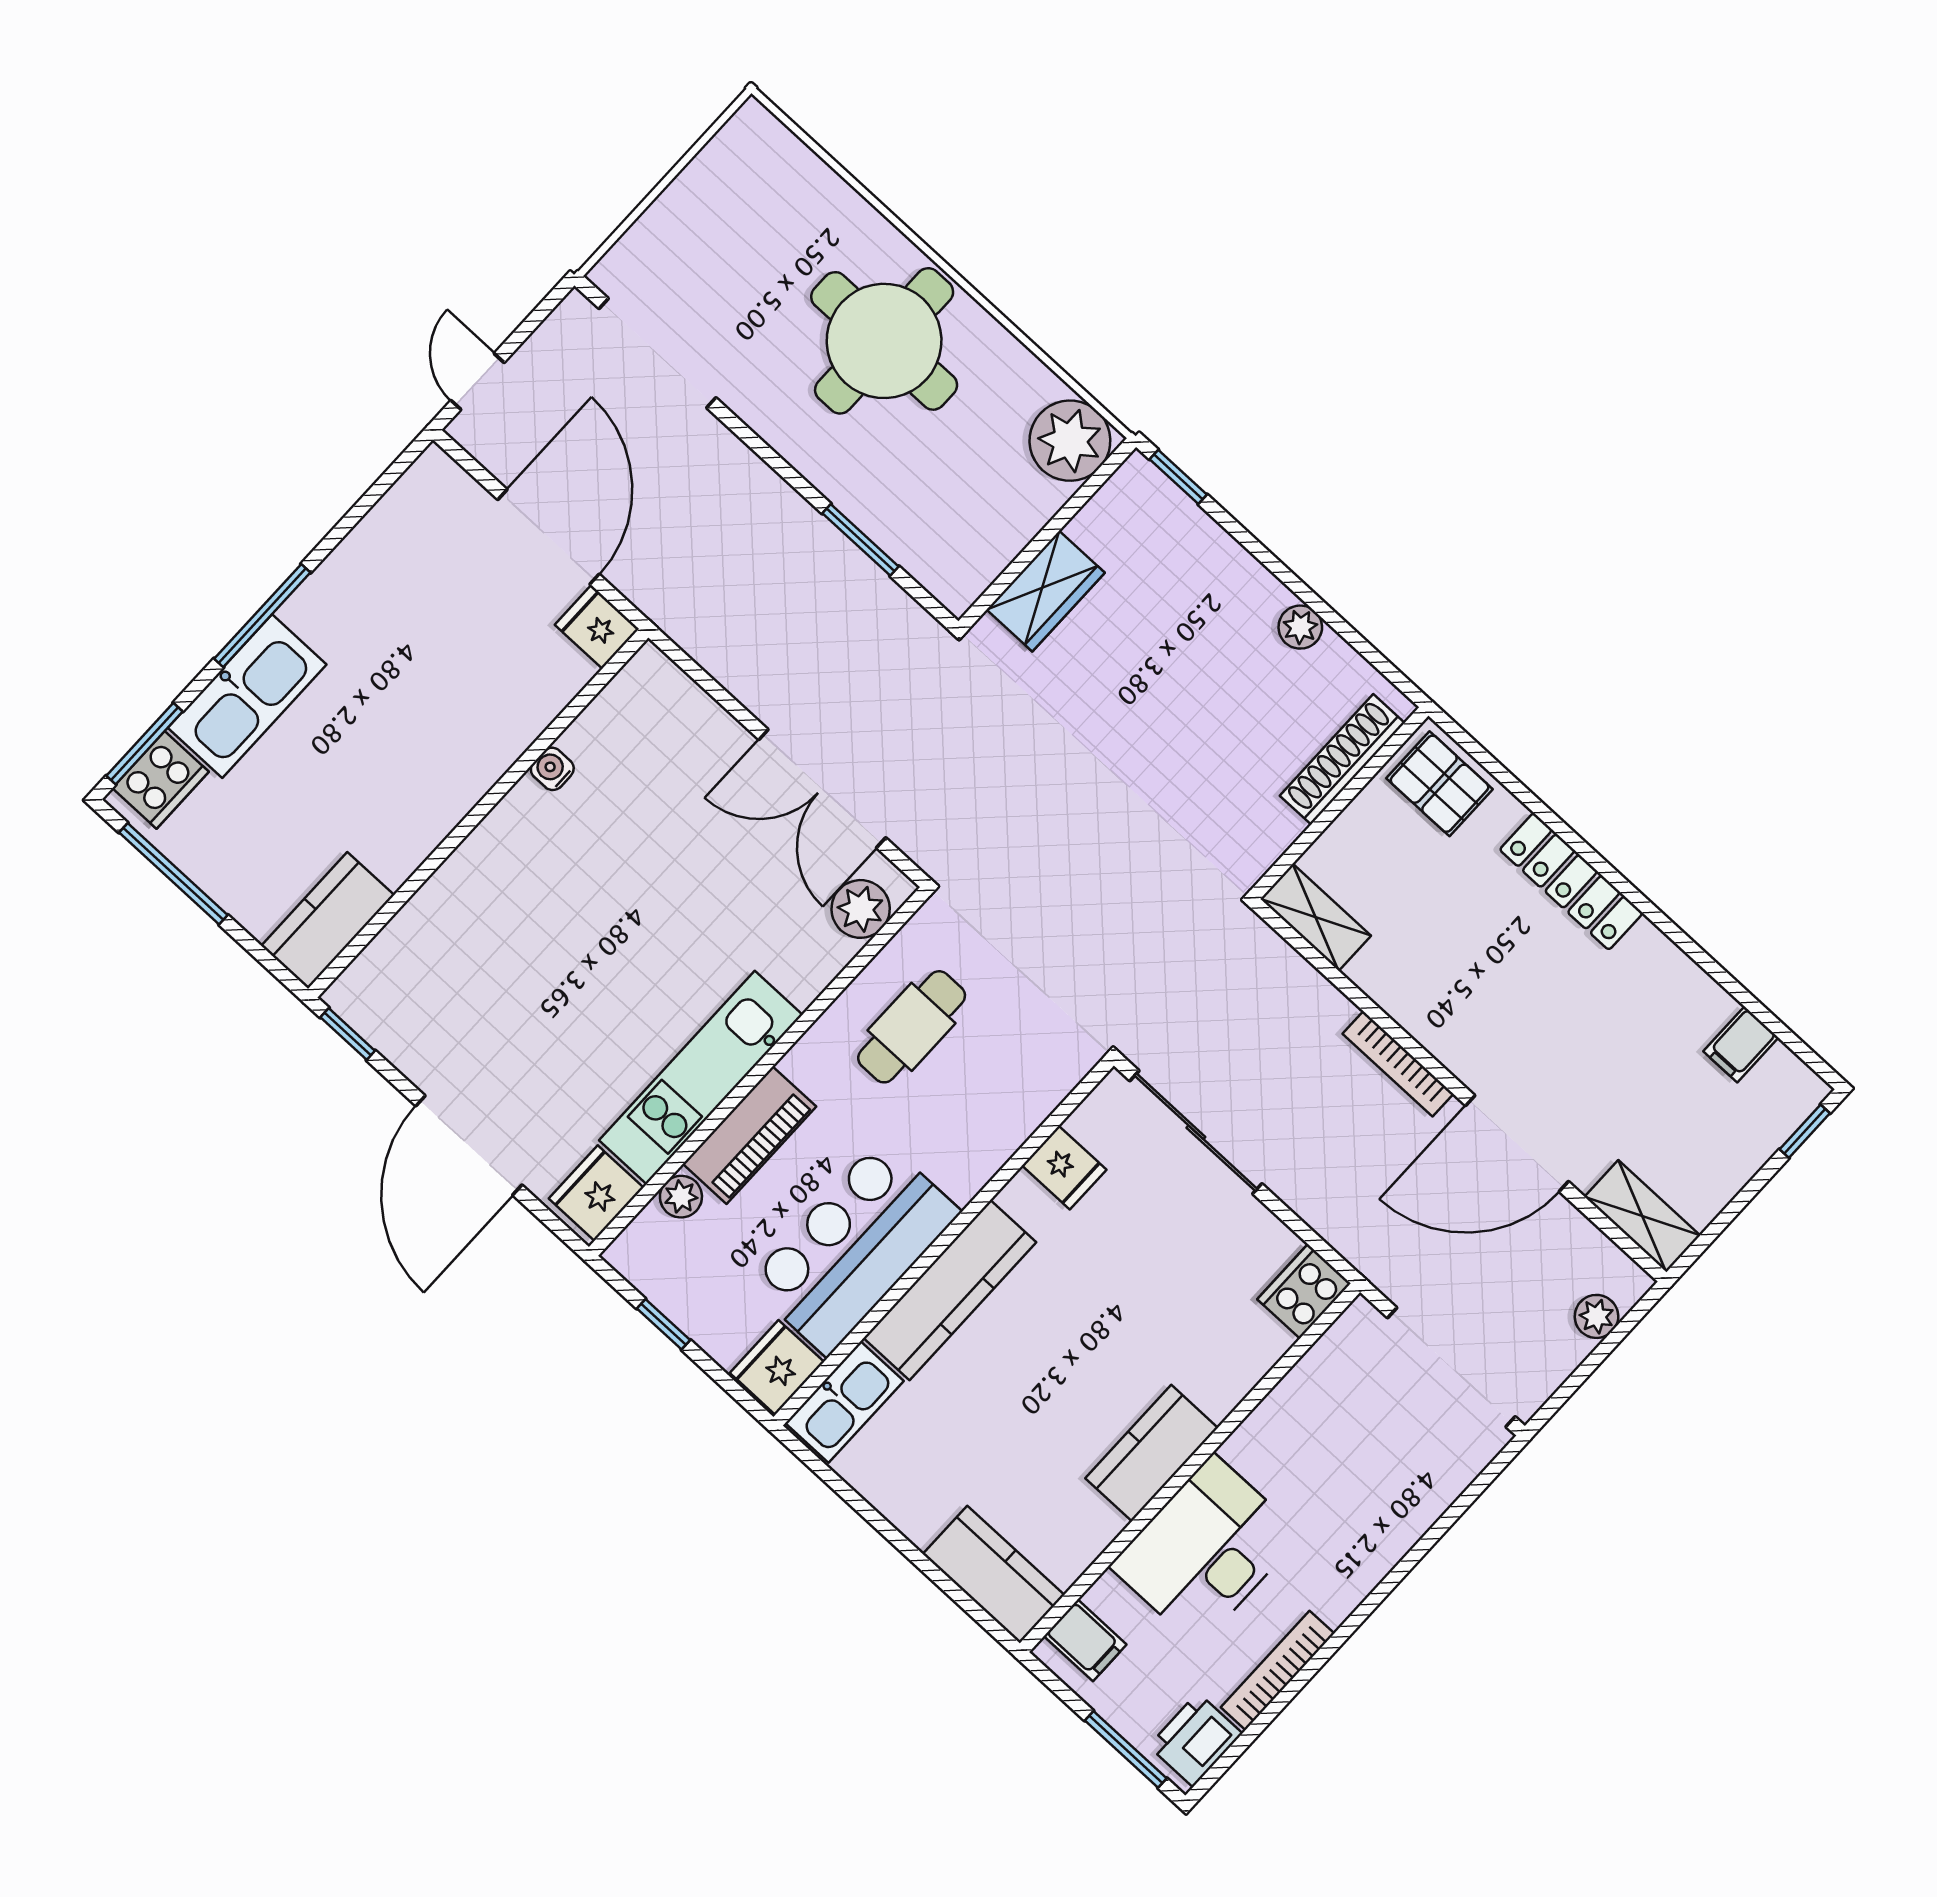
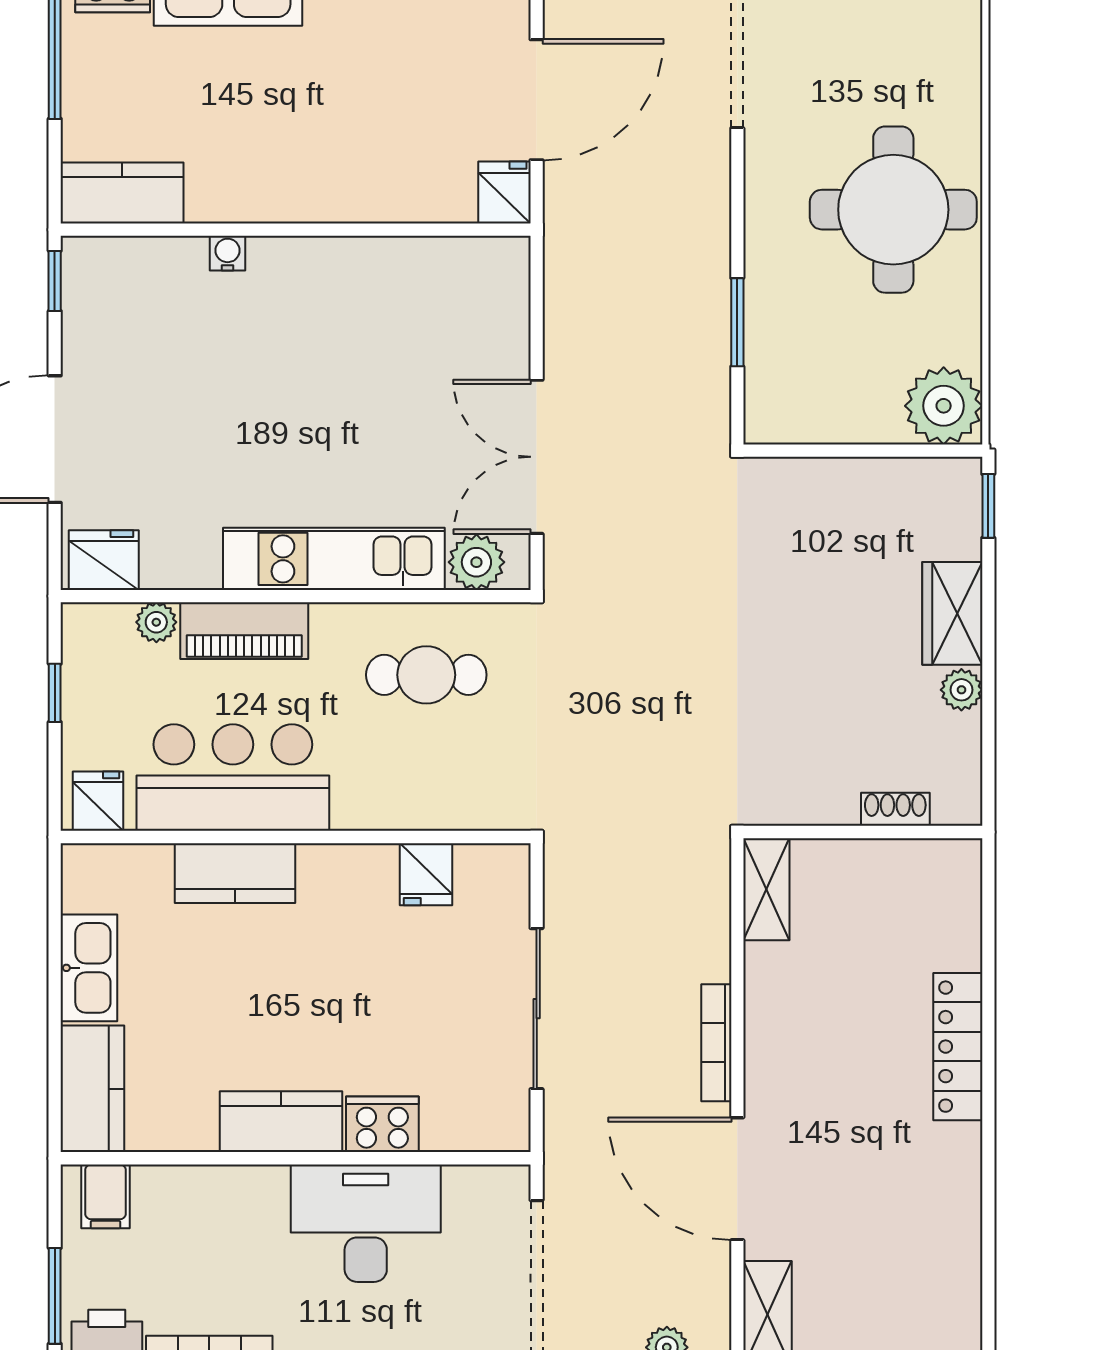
wardrobe: (1046, 591) -> (952, 613), moved, turned 90
shoe rack: (1342, 759) -> (895, 809), width x0.51, depth x0.81
water cooler: (552, 769) -> (228, 253), moved
pallet: (1439, 784) -> (941, 890), removed
filing cabinet: (1741, 1044) -> (953, 1273), removed
kitchen unit: (701, 1078) -> (334, 559), moved
sliding door: (1196, 1132) -> (537, 1009), moved
kitchen counter: (950, 1290) -> (235, 873), width x0.67
cooker: (1304, 1291) -> (382, 1124), moved
fridge: (777, 1367) -> (98, 801), width x0.72
kitchen sink: (844, 1402) -> (89, 968), moved, turned -90
desk: (1206, 1550) -> (366, 1223), moved

